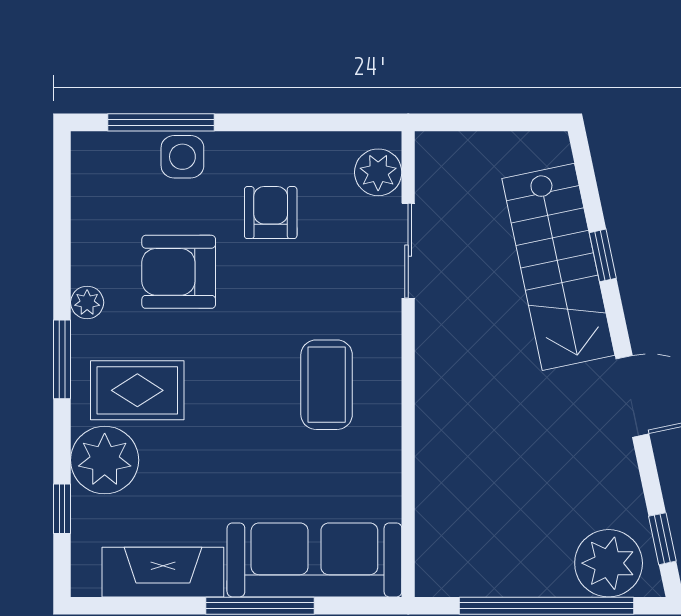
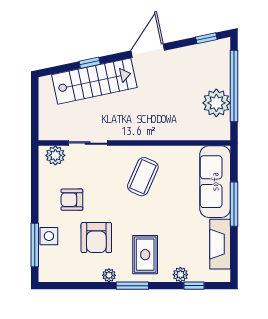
coffee table: (327, 385) -> (143, 177), turned -66
plant: (105, 460) -> (180, 275), width x0.53, depth x0.53
plant: (609, 563) -> (216, 103), moved

